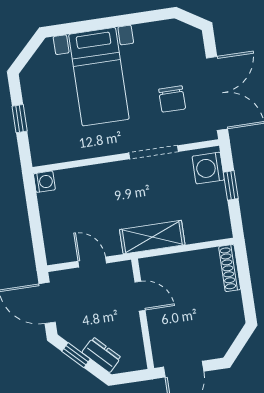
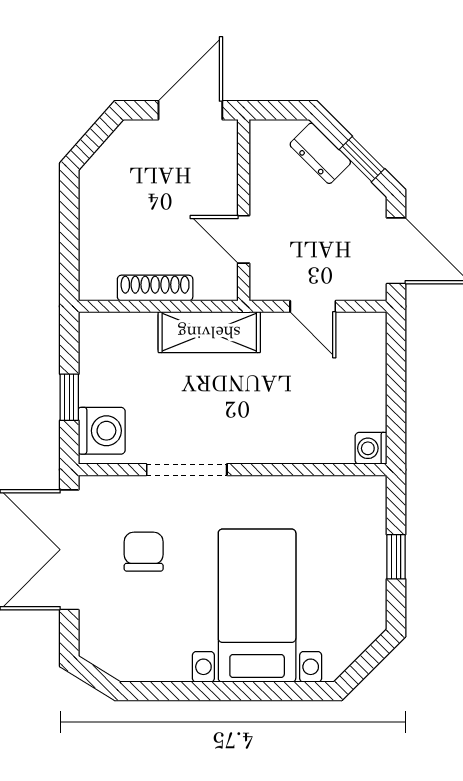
shoe rack: (230, 268) -> (155, 288), moved, turned -90

